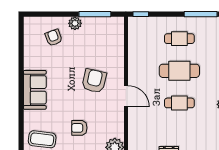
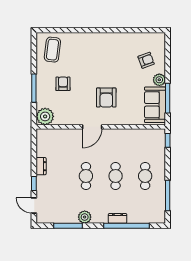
cafe table: (179, 71) -> (116, 176), width x0.73, depth x0.74
armchair: (94, 81) -> (106, 97), turned 77
sofa: (35, 90) -> (155, 105), moved, turned 90

